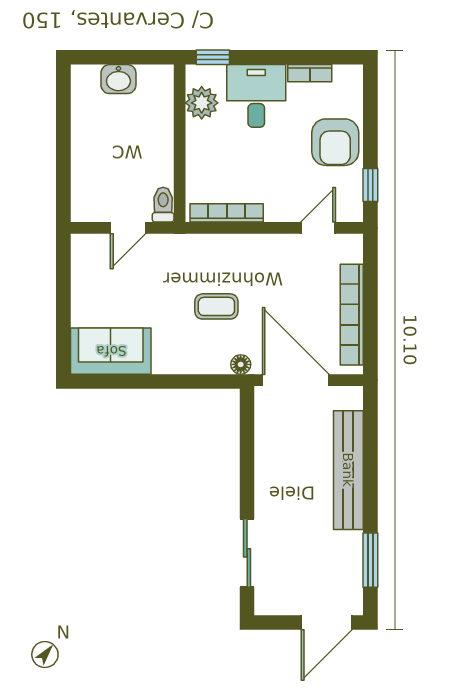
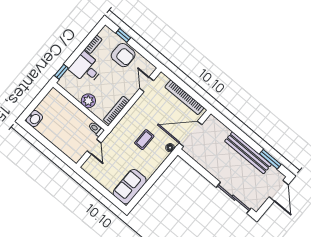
washbasin: (118, 79) -> (34, 118), moved
plant: (202, 103) -> (88, 101), moved
window: (370, 185) -> (123, 35), moved
bench: (348, 470) -> (248, 153), moved
sliding door: (247, 553) -> (234, 198), width x1.37

